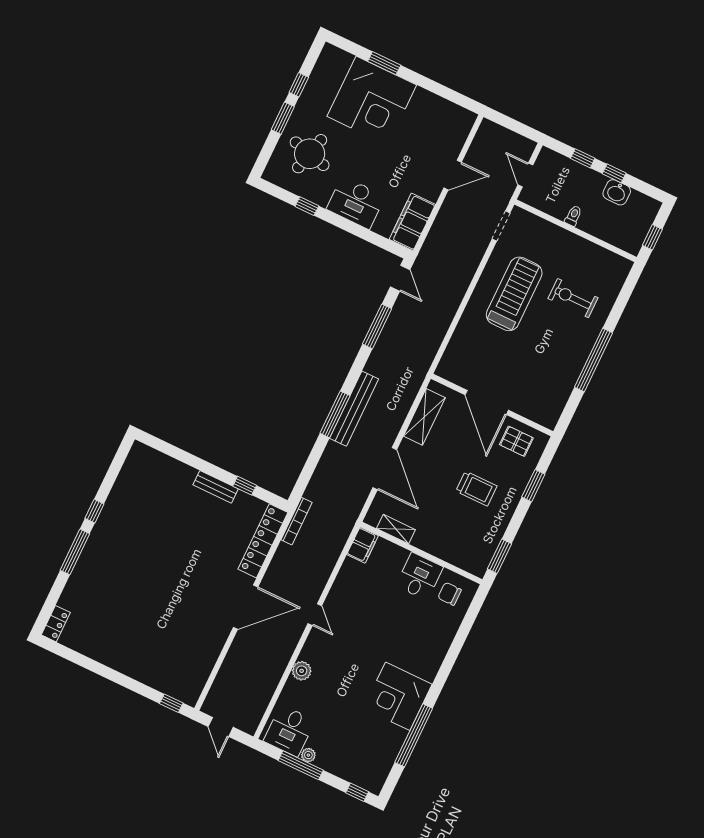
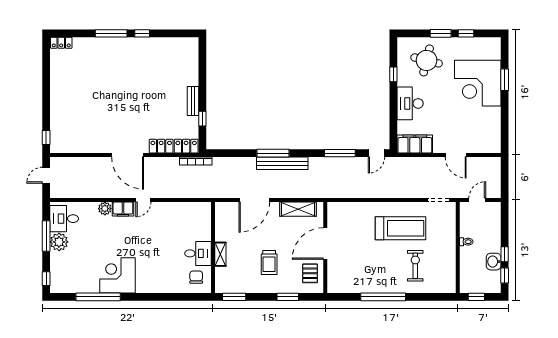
window: (583, 158) -> (505, 276), moved
shelving: (396, 529) -> (220, 254), moved
filing cabinet: (363, 545) -> (123, 209), moved
plant: (308, 755) -> (59, 242), width x1.88, depth x1.88

